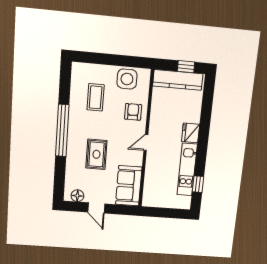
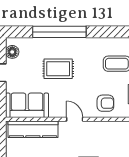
window: (62, 131) -> (59, 32), moved
kitchen counter: (152, 182) -> (33, 129), added

